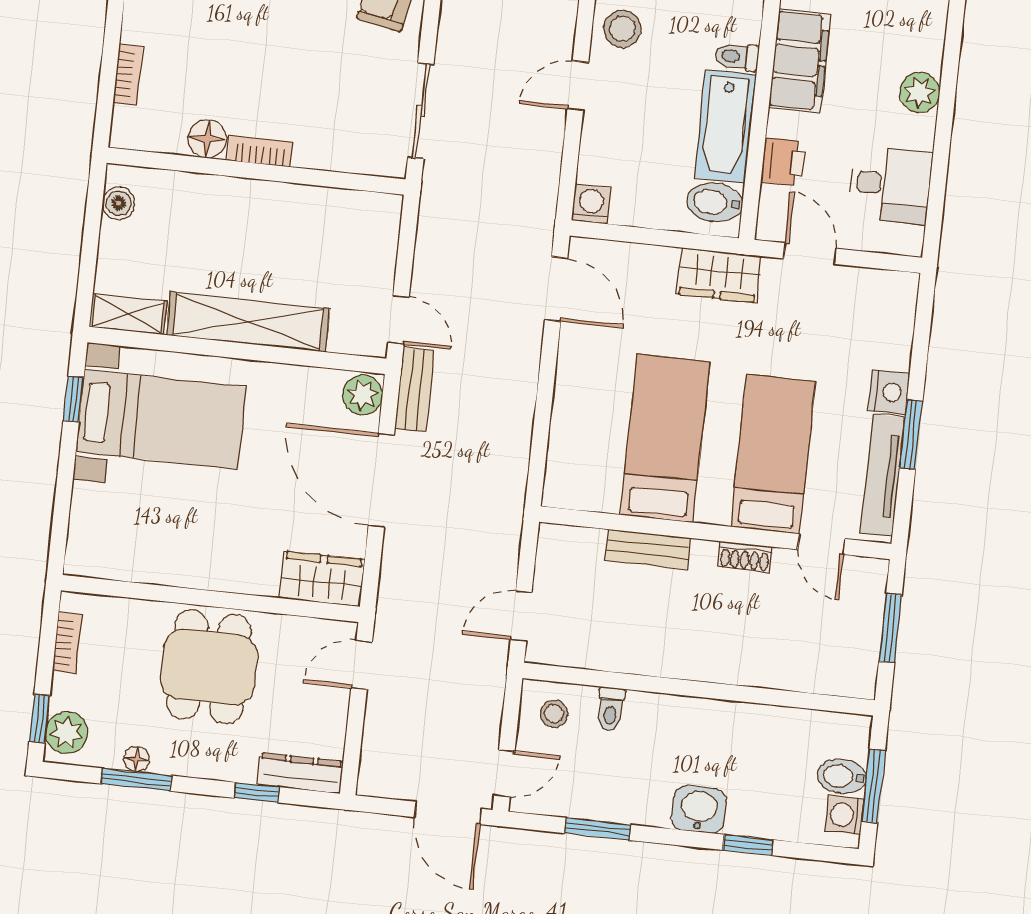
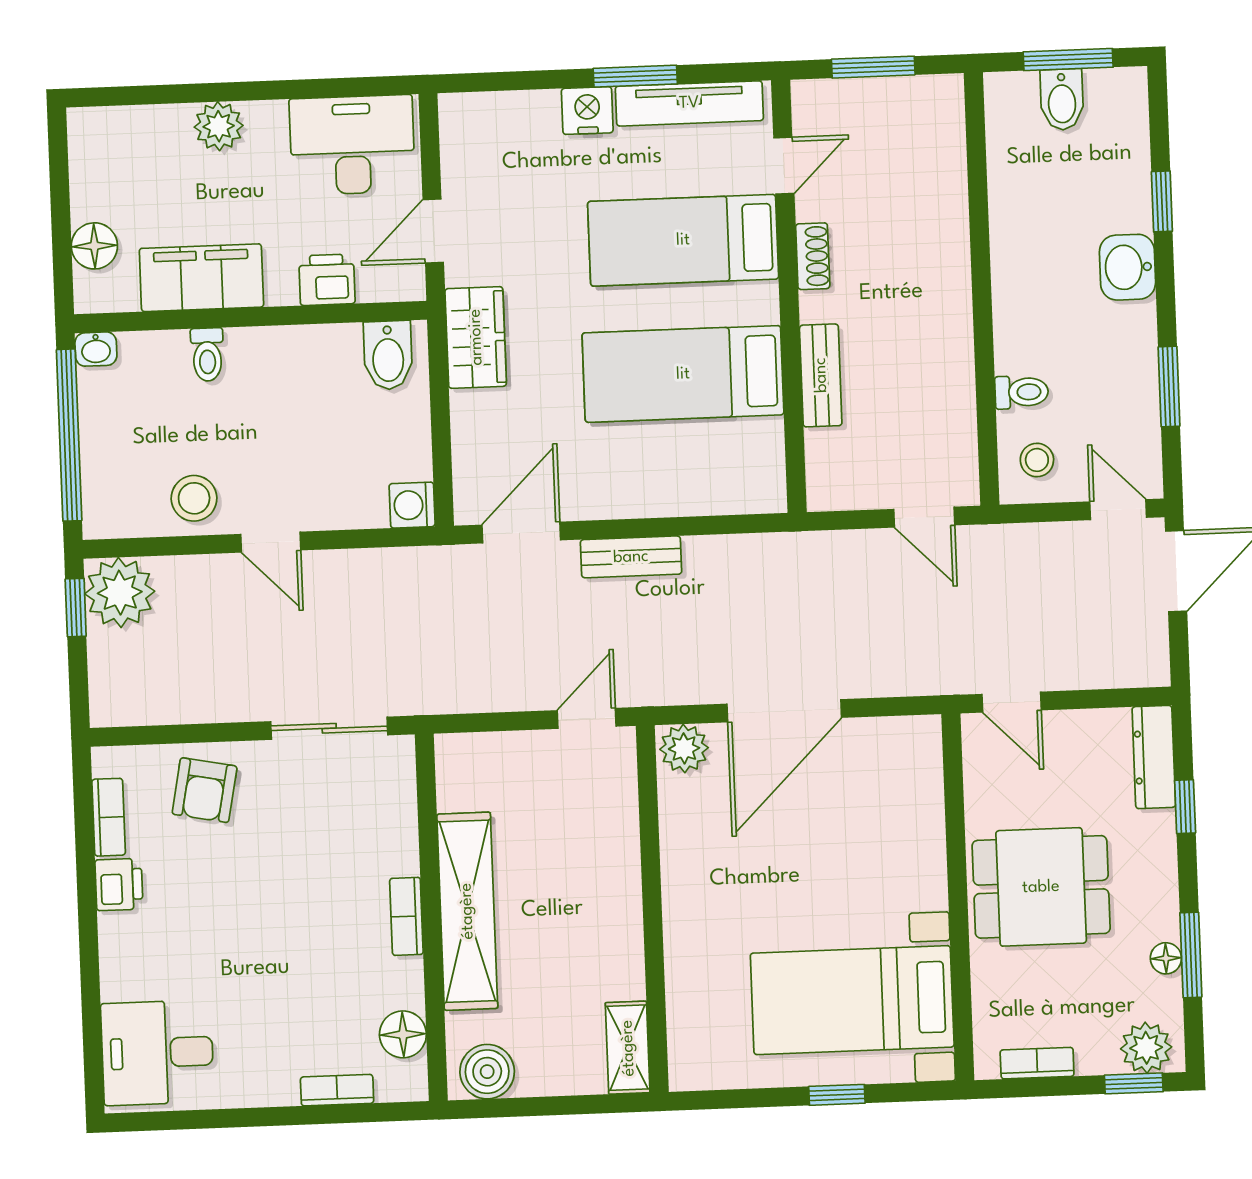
bathtub: (725, 126) -> (294, 356), removed
floor lamp: (207, 139) -> (403, 1034), moved
desk: (890, 185) -> (352, 145), width x1.37
boiler: (119, 203) -> (487, 1072), width x1.36, depth x1.36
shelving: (248, 322) -> (467, 911), moved
bench: (414, 390) -> (631, 557), moved
window: (74, 399) -> (837, 1095), moved
bed with nightstands: (161, 419) -> (852, 1000), moved, turned -90
wardrobe: (322, 579) -> (914, 765), removed
washing machine: (845, 815) -> (1108, 90), removed

